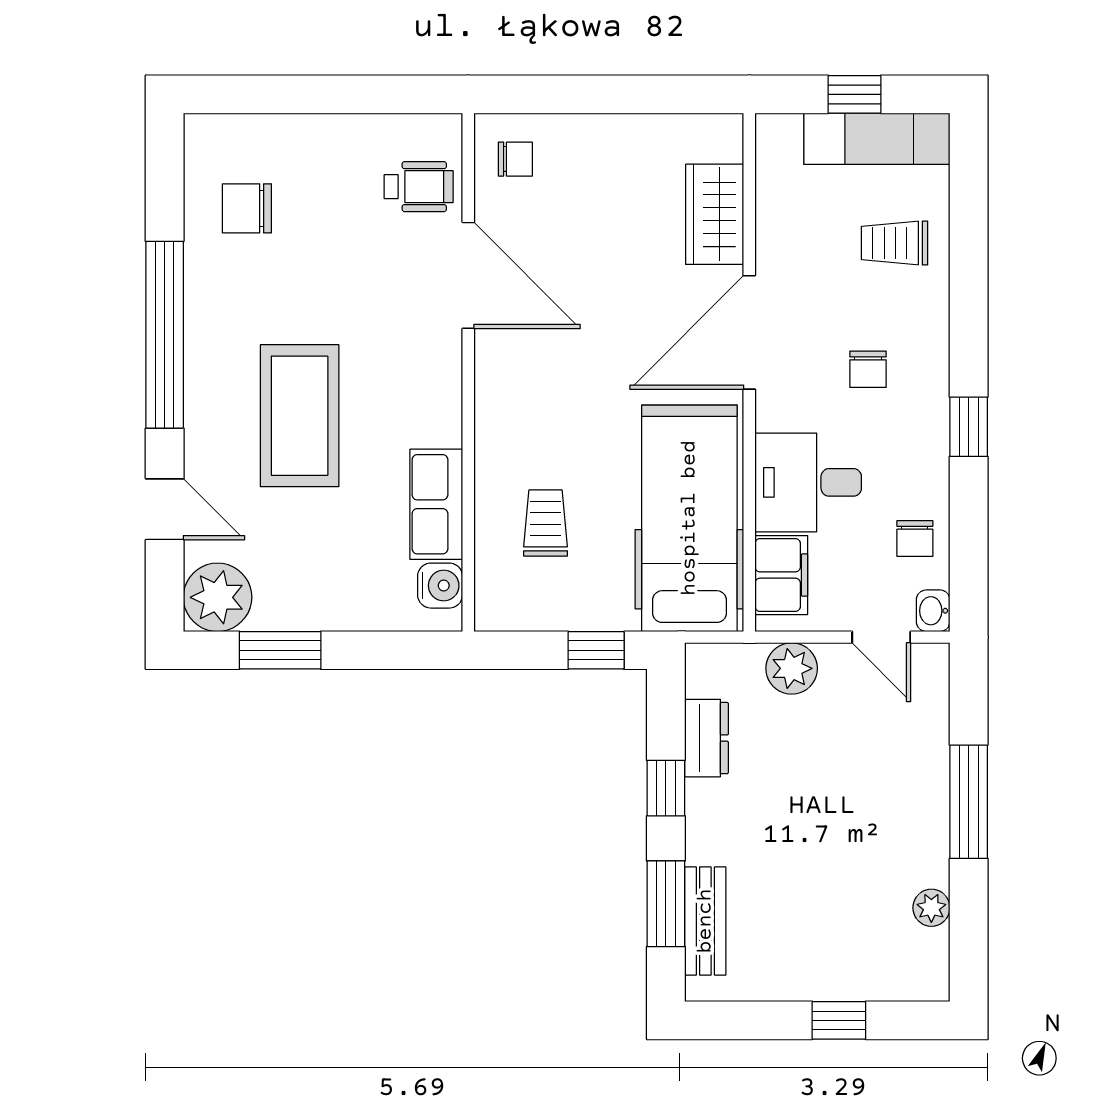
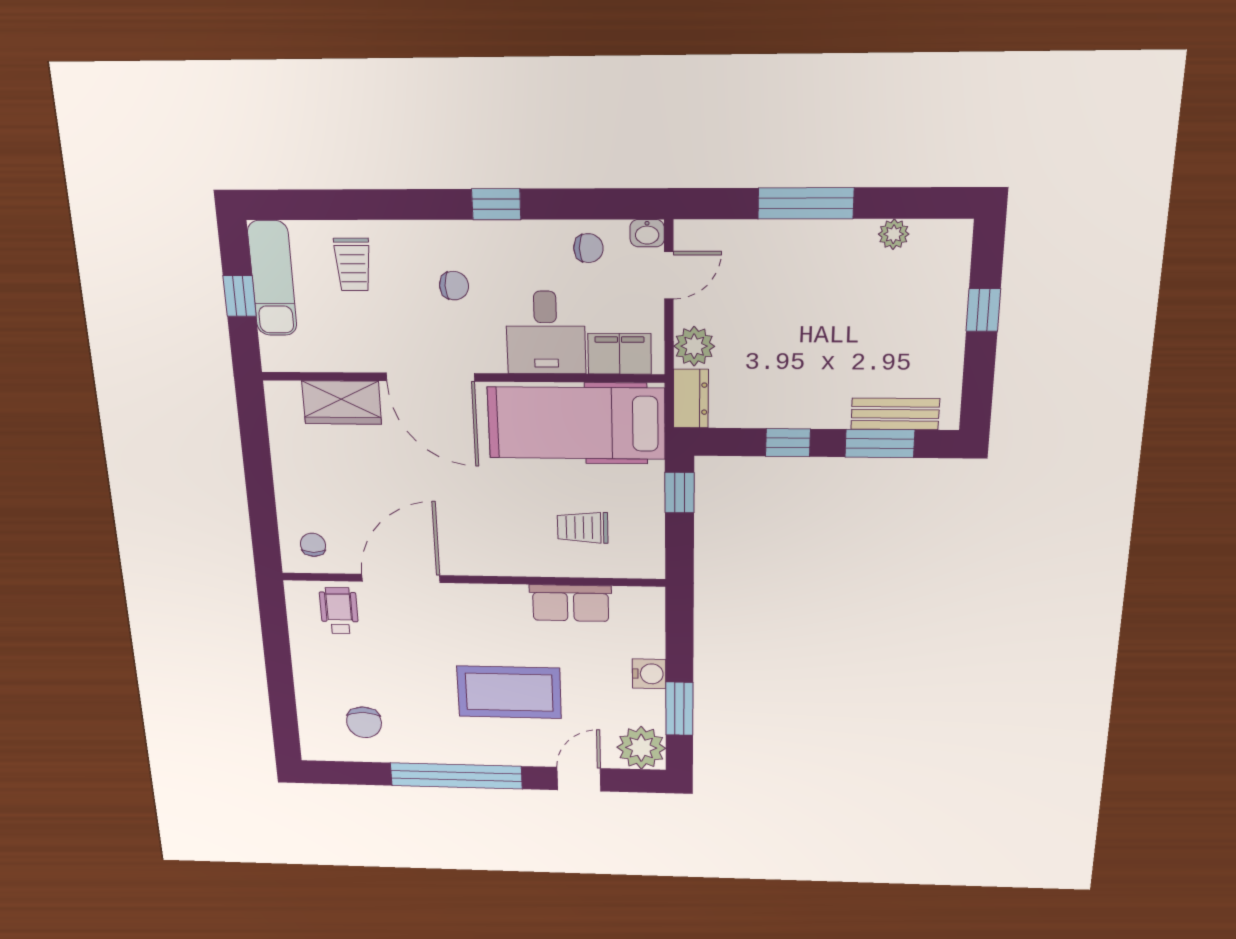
water cooler: (440, 586) -> (649, 674), moved, turned 90
dresser: (706, 738) -> (691, 399), moved, turned 90

